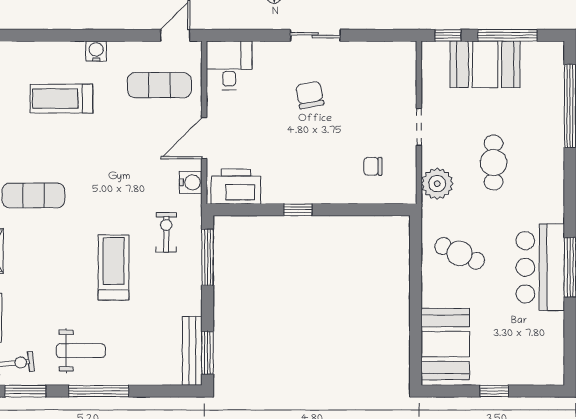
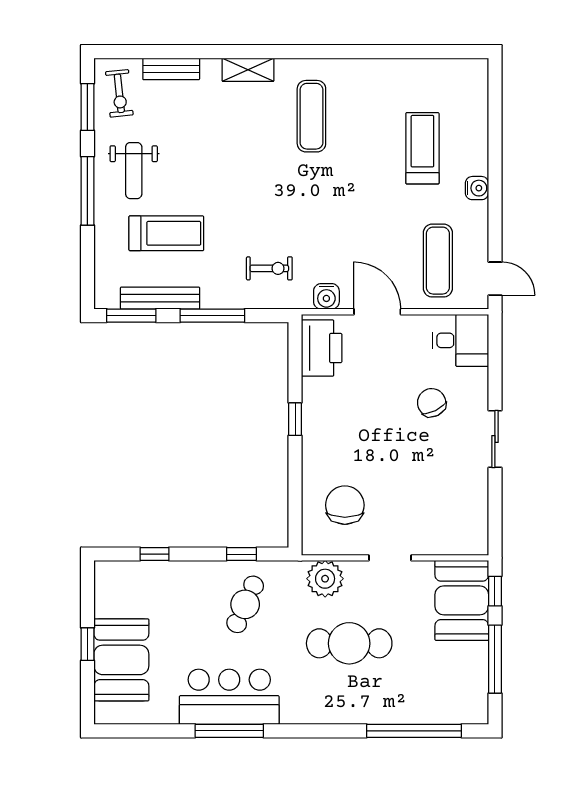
booth: (485, 64) -> (462, 600), moved
chair: (310, 95) -> (432, 403), moved, turned -105
cafe table: (494, 163) -> (349, 643), width x1.37, depth x1.35
chair: (373, 166) -> (345, 505), width x1.87, depth x1.87
window: (208, 257) -> (212, 316), moved
window: (416, 257) -> (241, 554), added
treadmill: (114, 268) -> (166, 233), moved
window: (416, 332) -> (155, 554), added
booth: (445, 344) -> (121, 660), moved, turned 90
bench: (192, 351) -> (160, 298), moved

